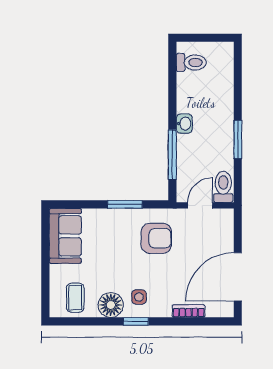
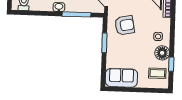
armchair: (156, 238) -> (125, 25), turned 79
window: (136, 321) -> (171, 64), moved

